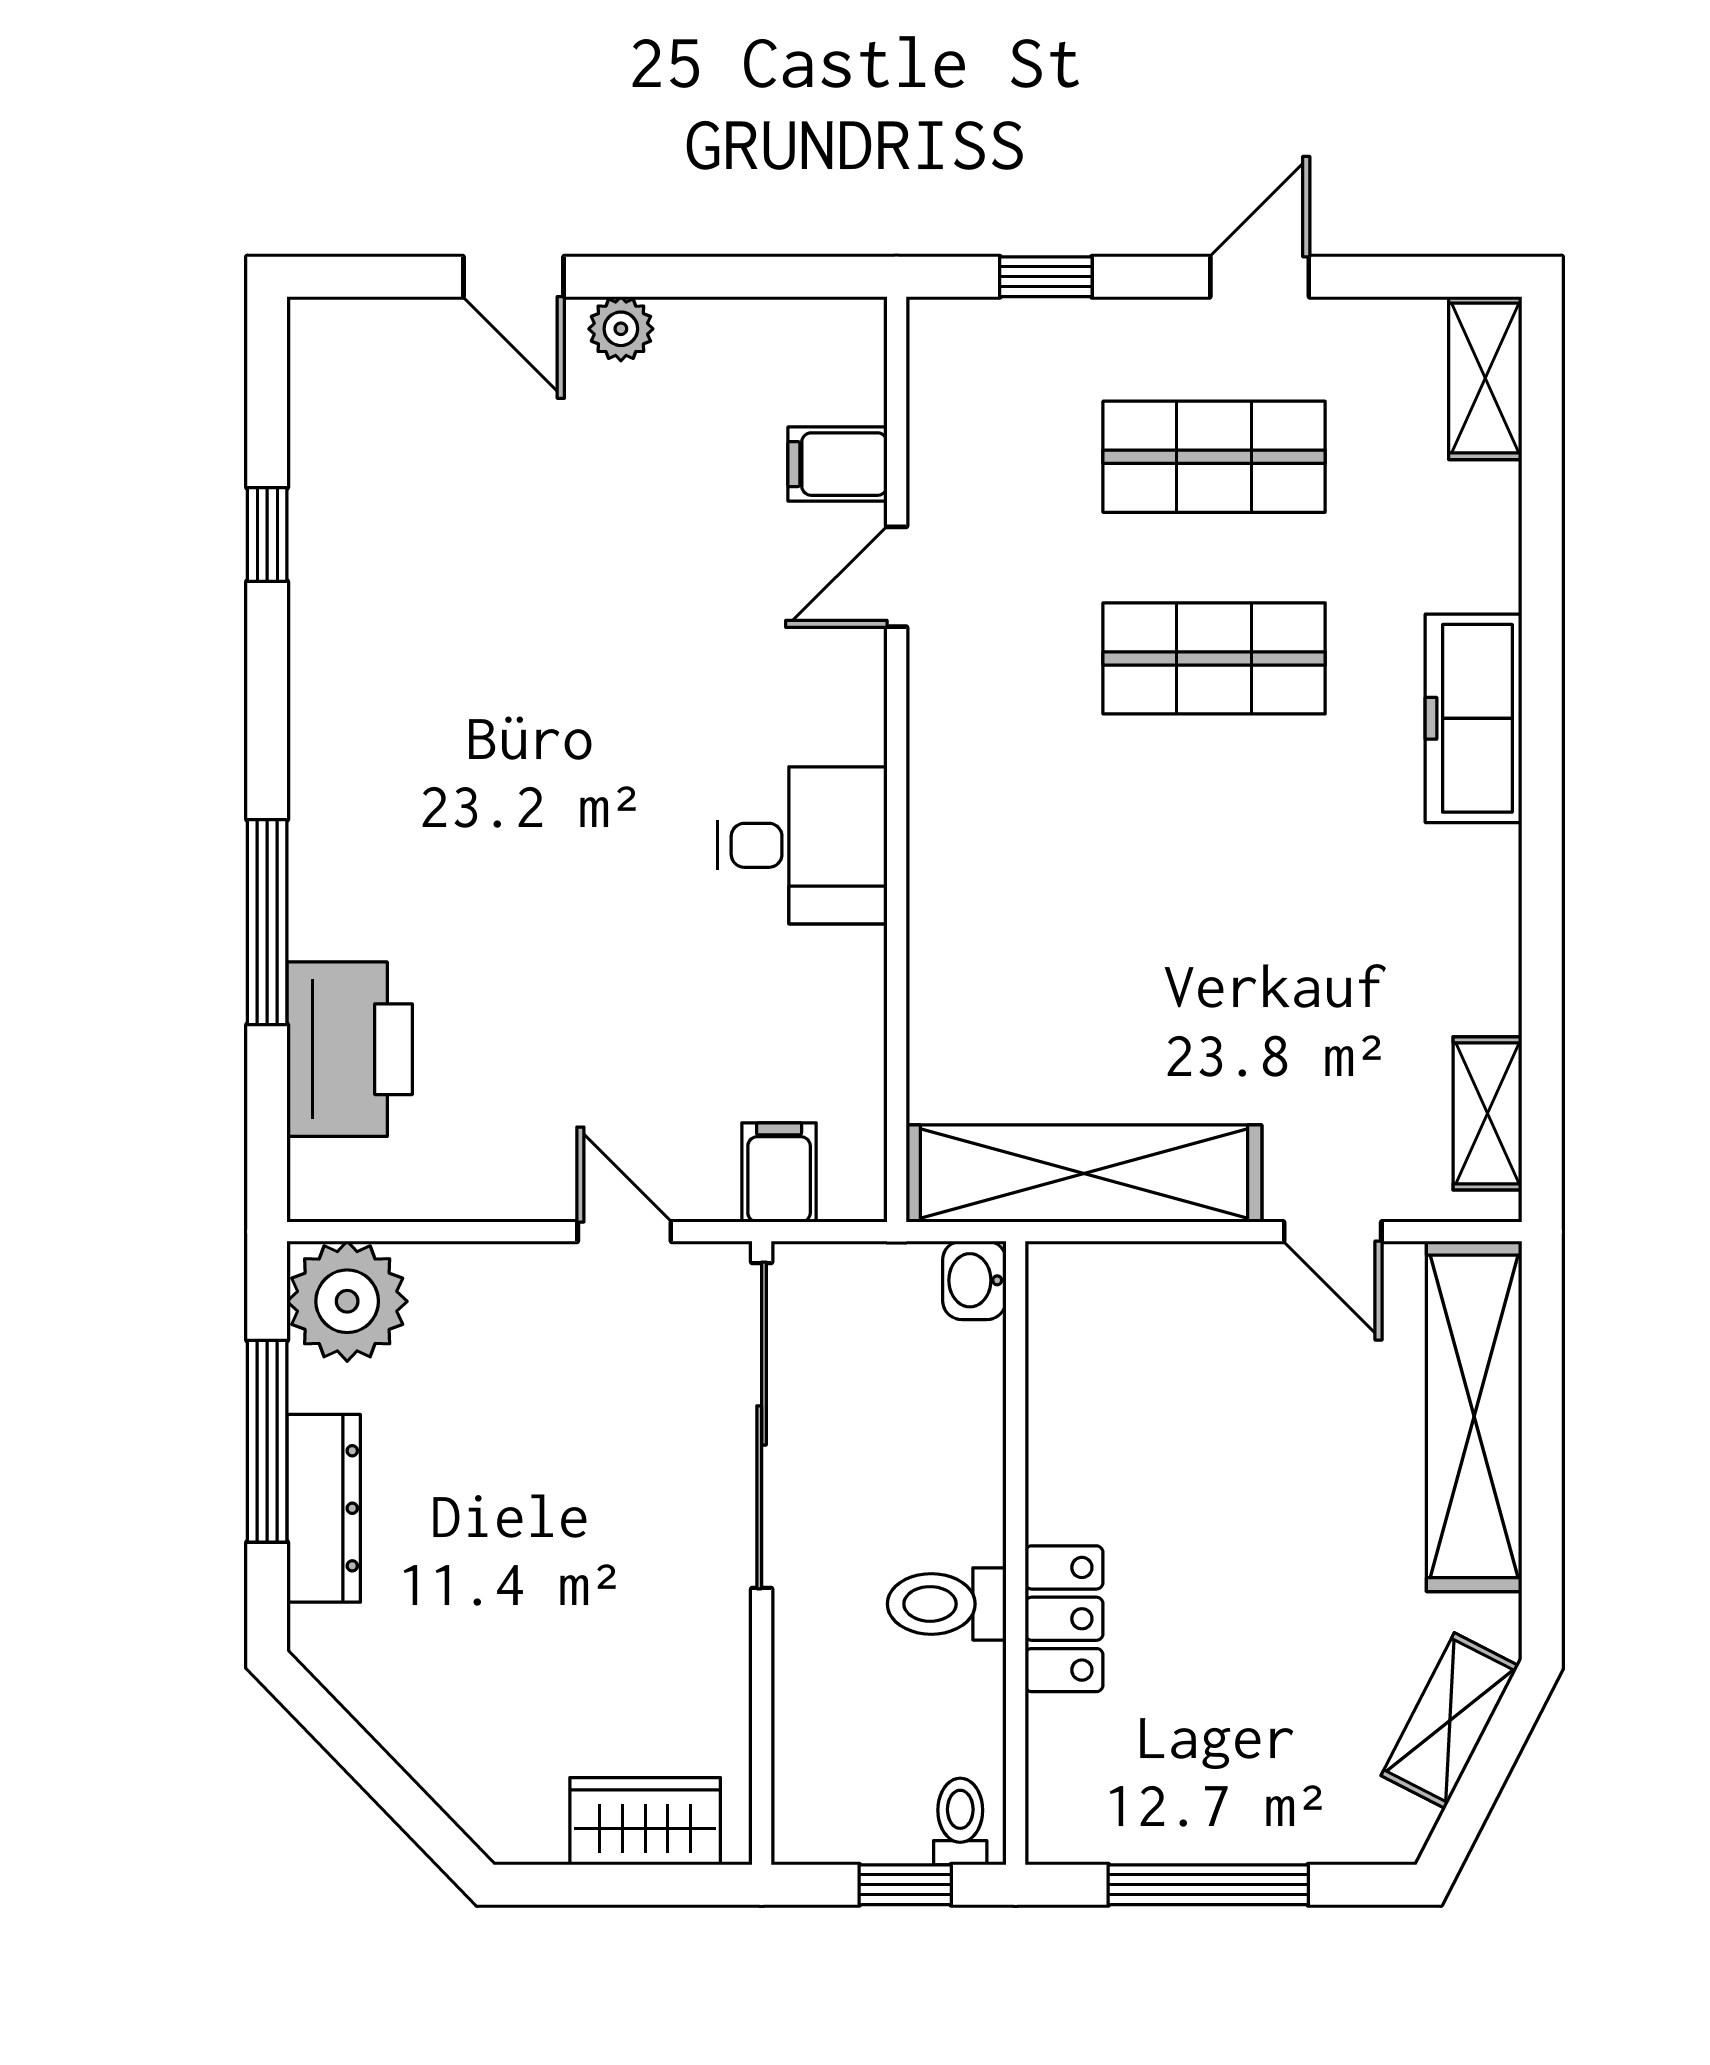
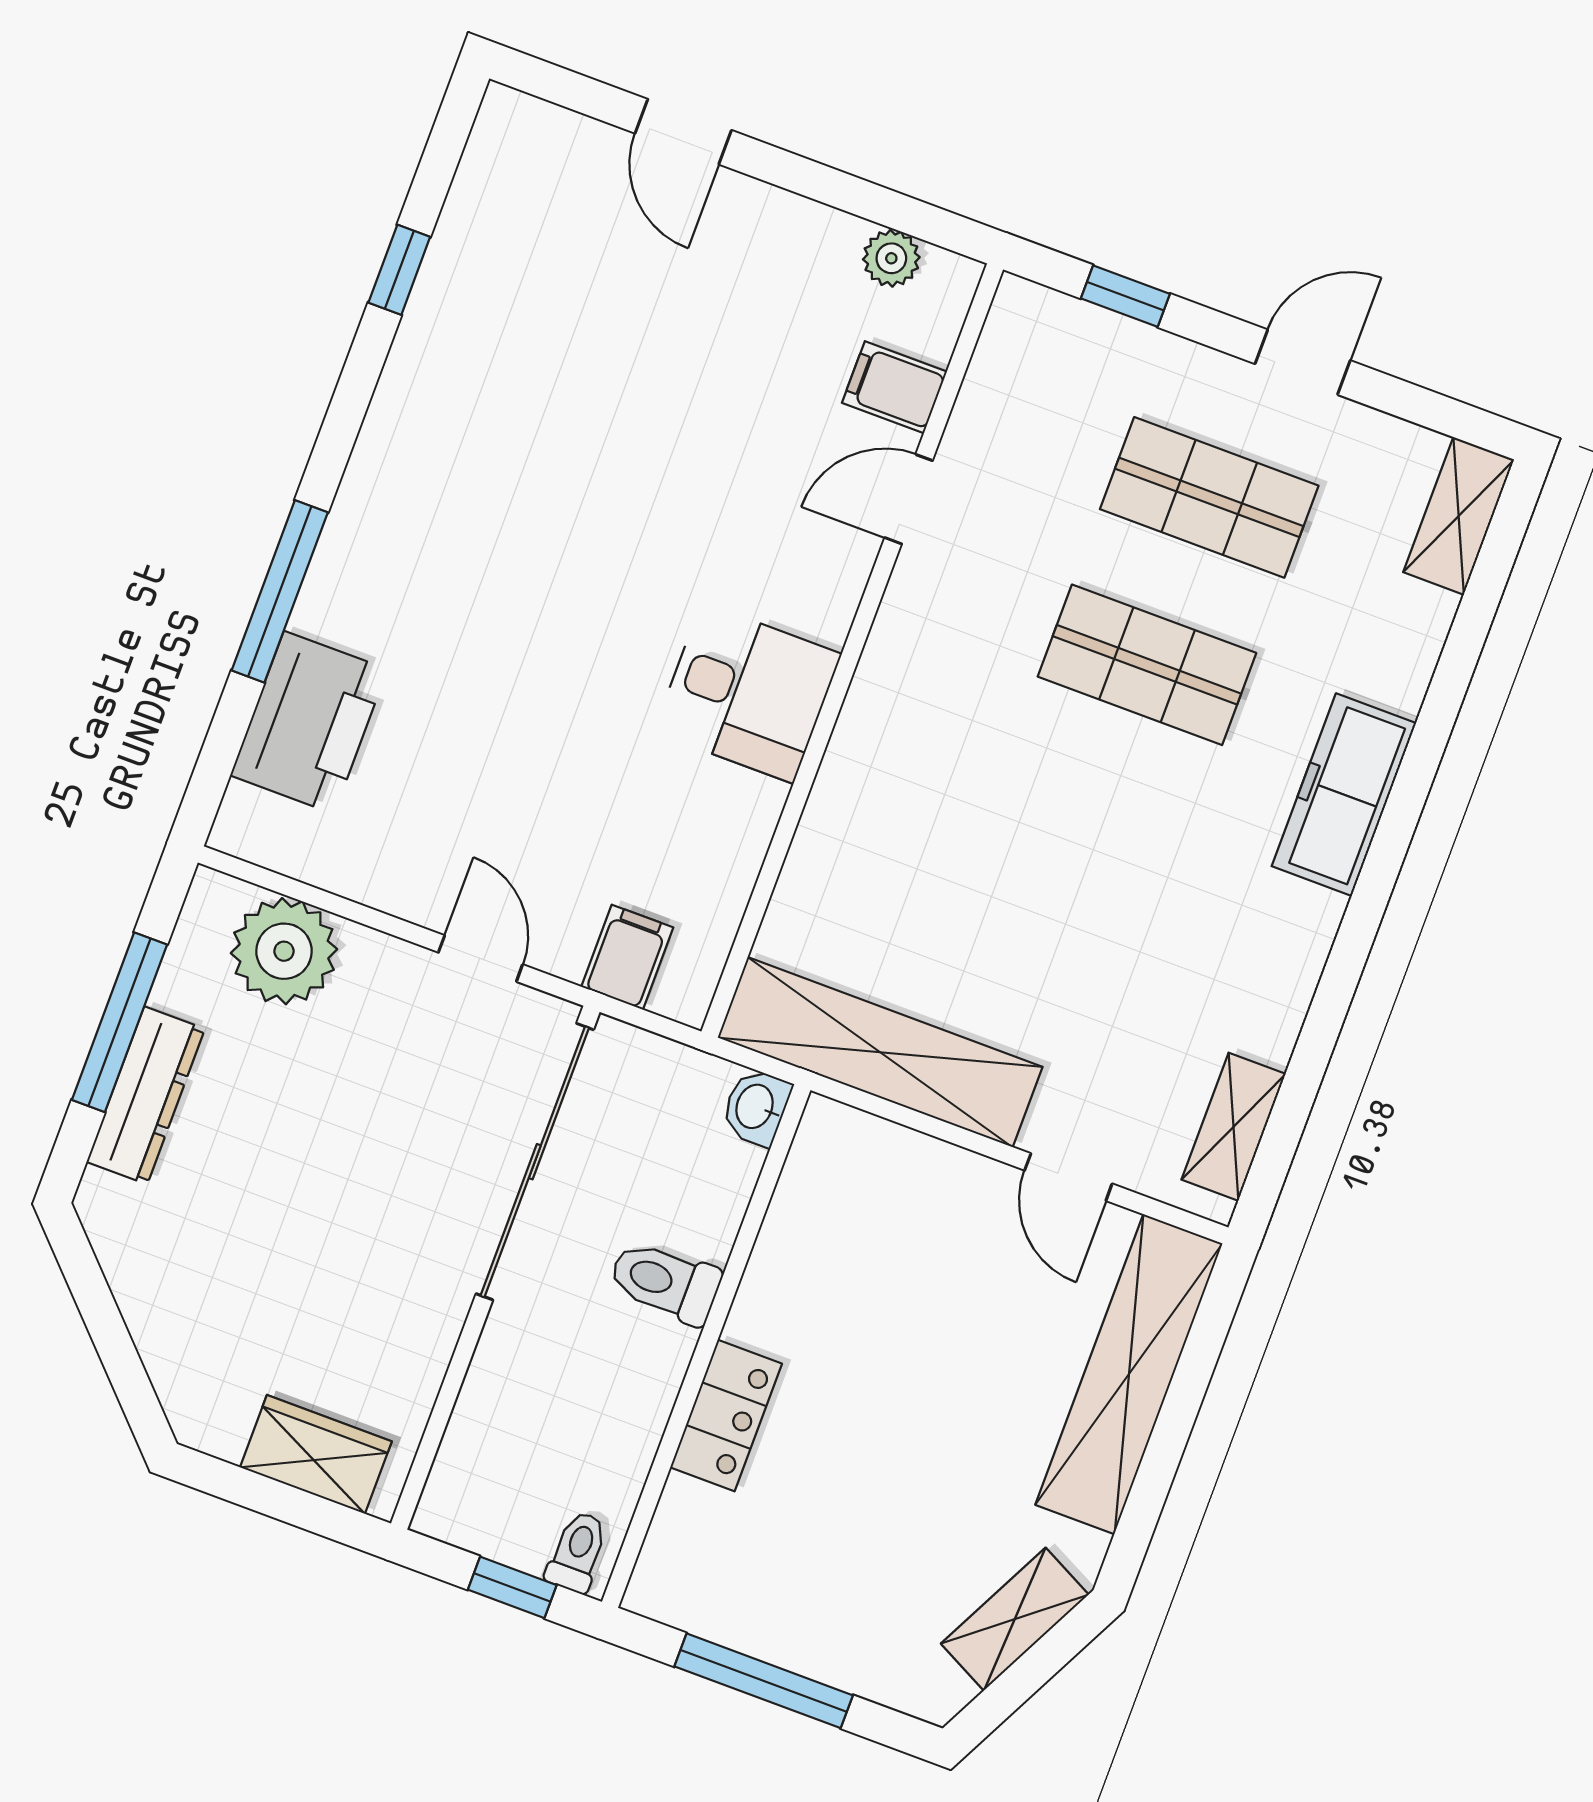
plant: (621, 329) -> (891, 258), moved
plant: (347, 1301) -> (284, 951), moved
toilet: (947, 1604) -> (665, 1282), moved

